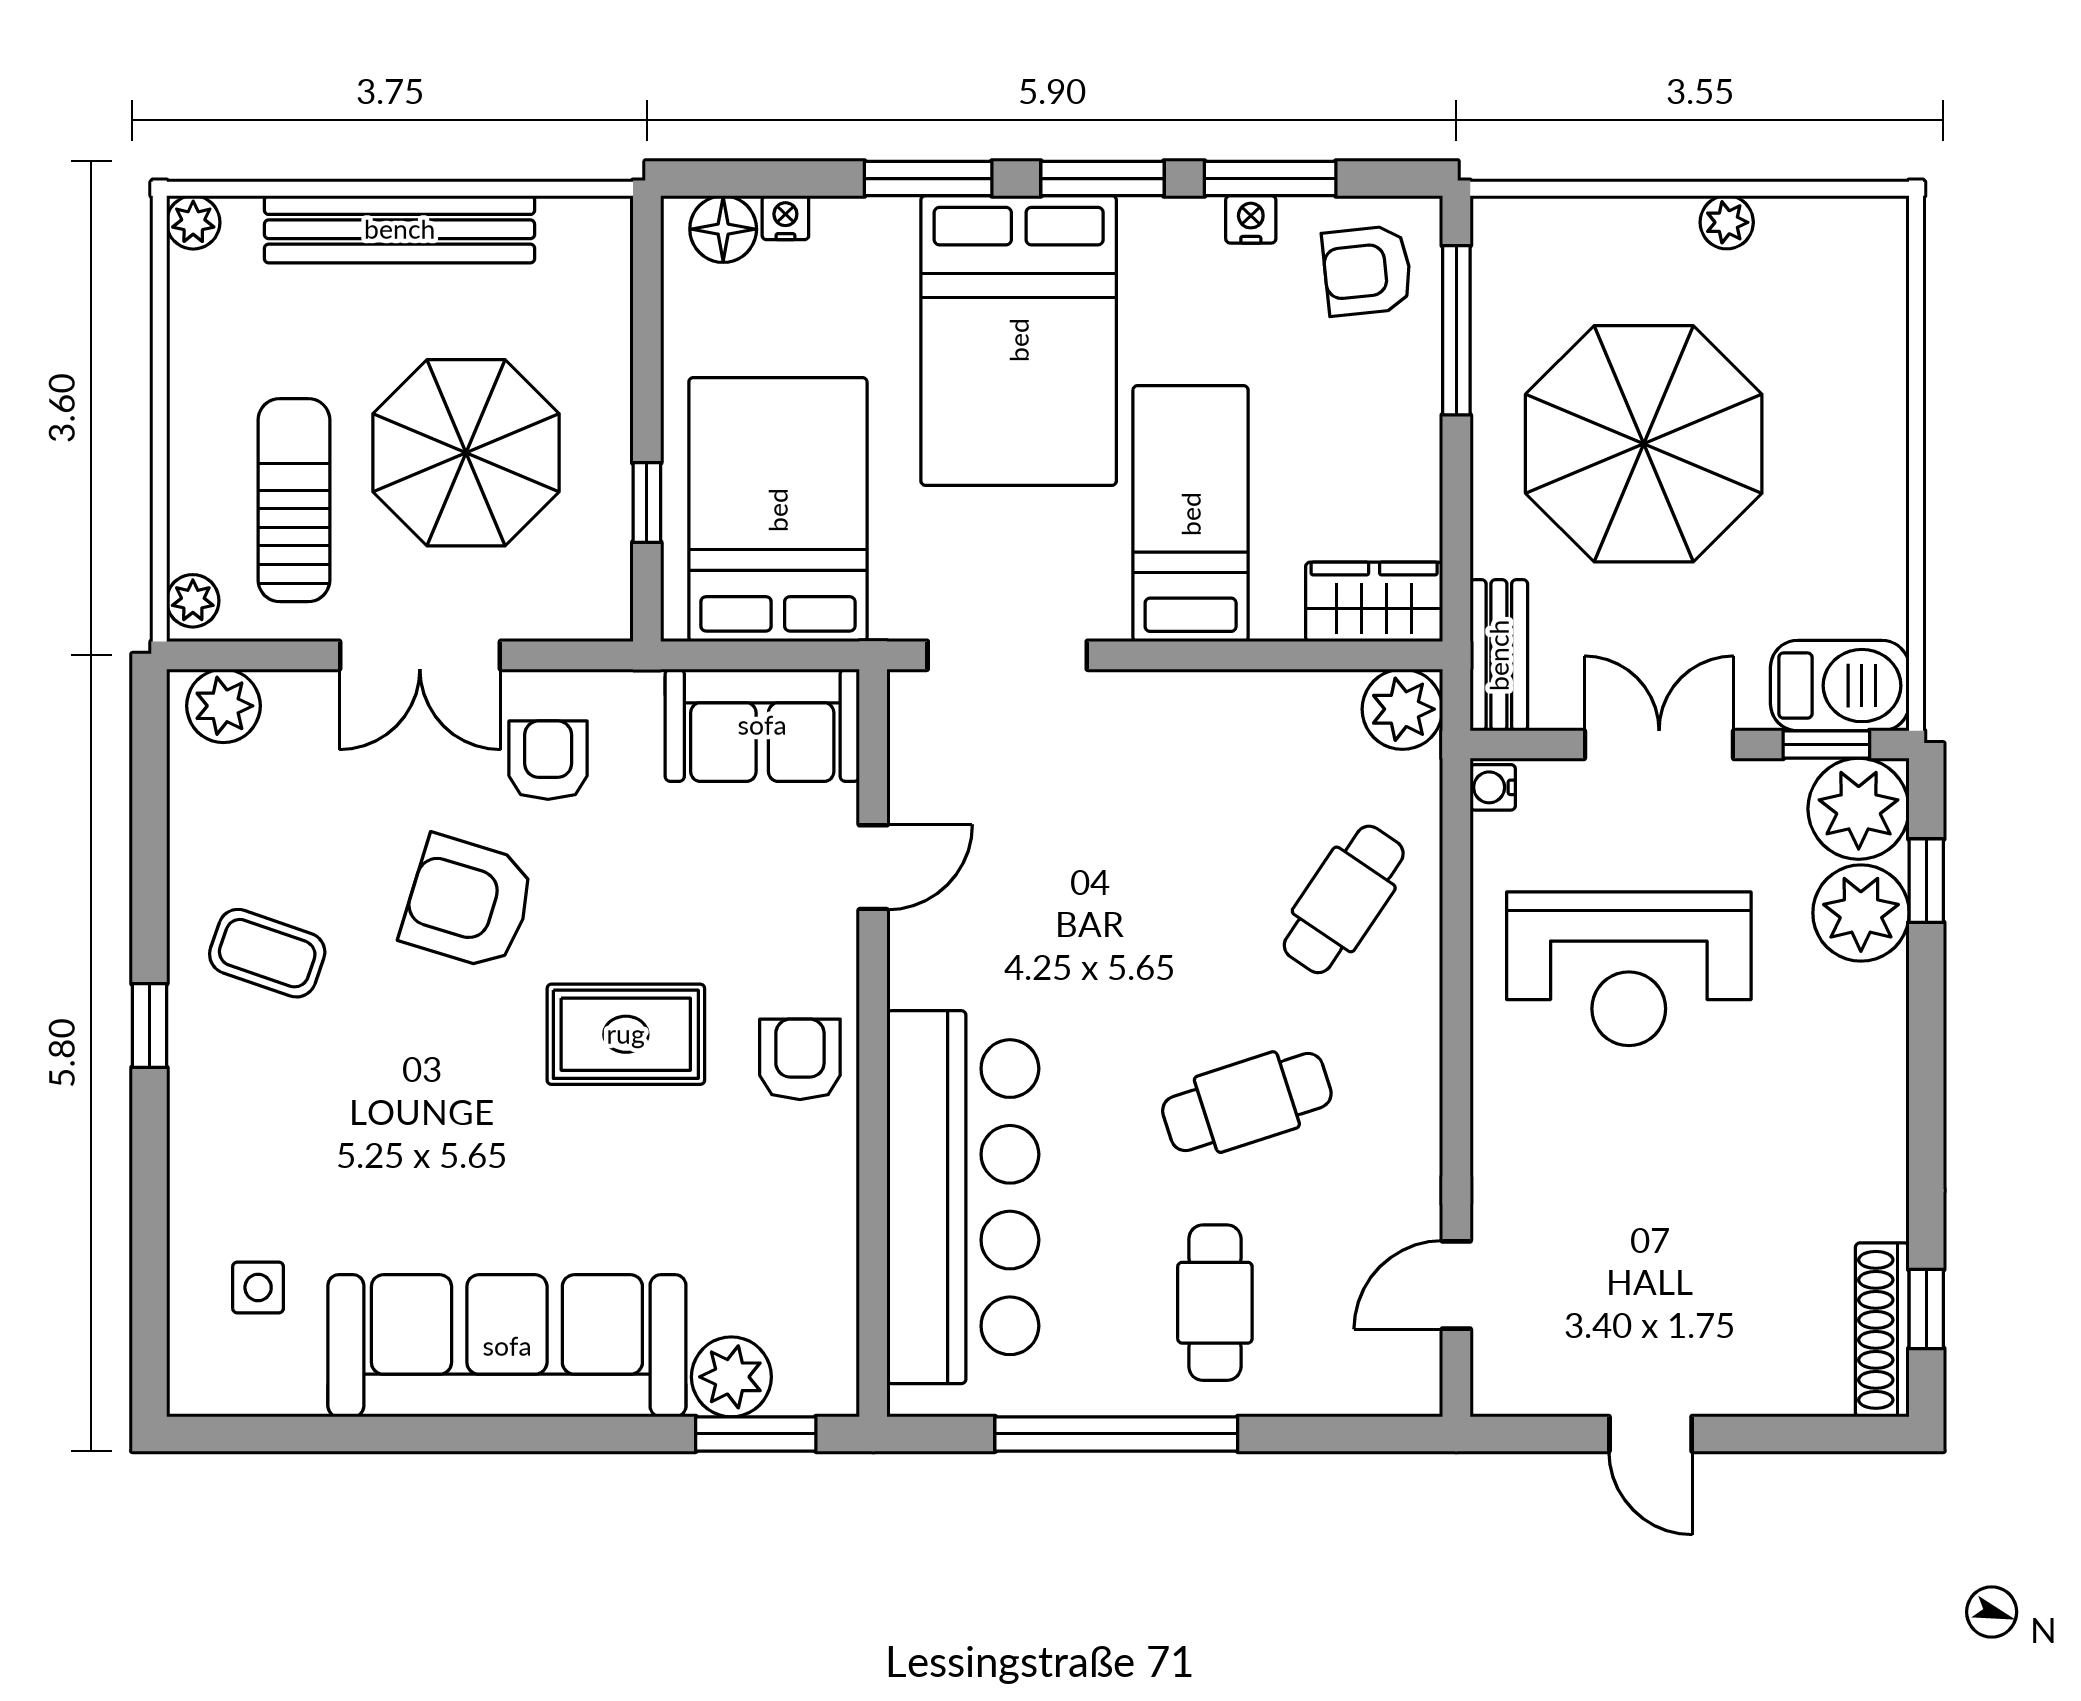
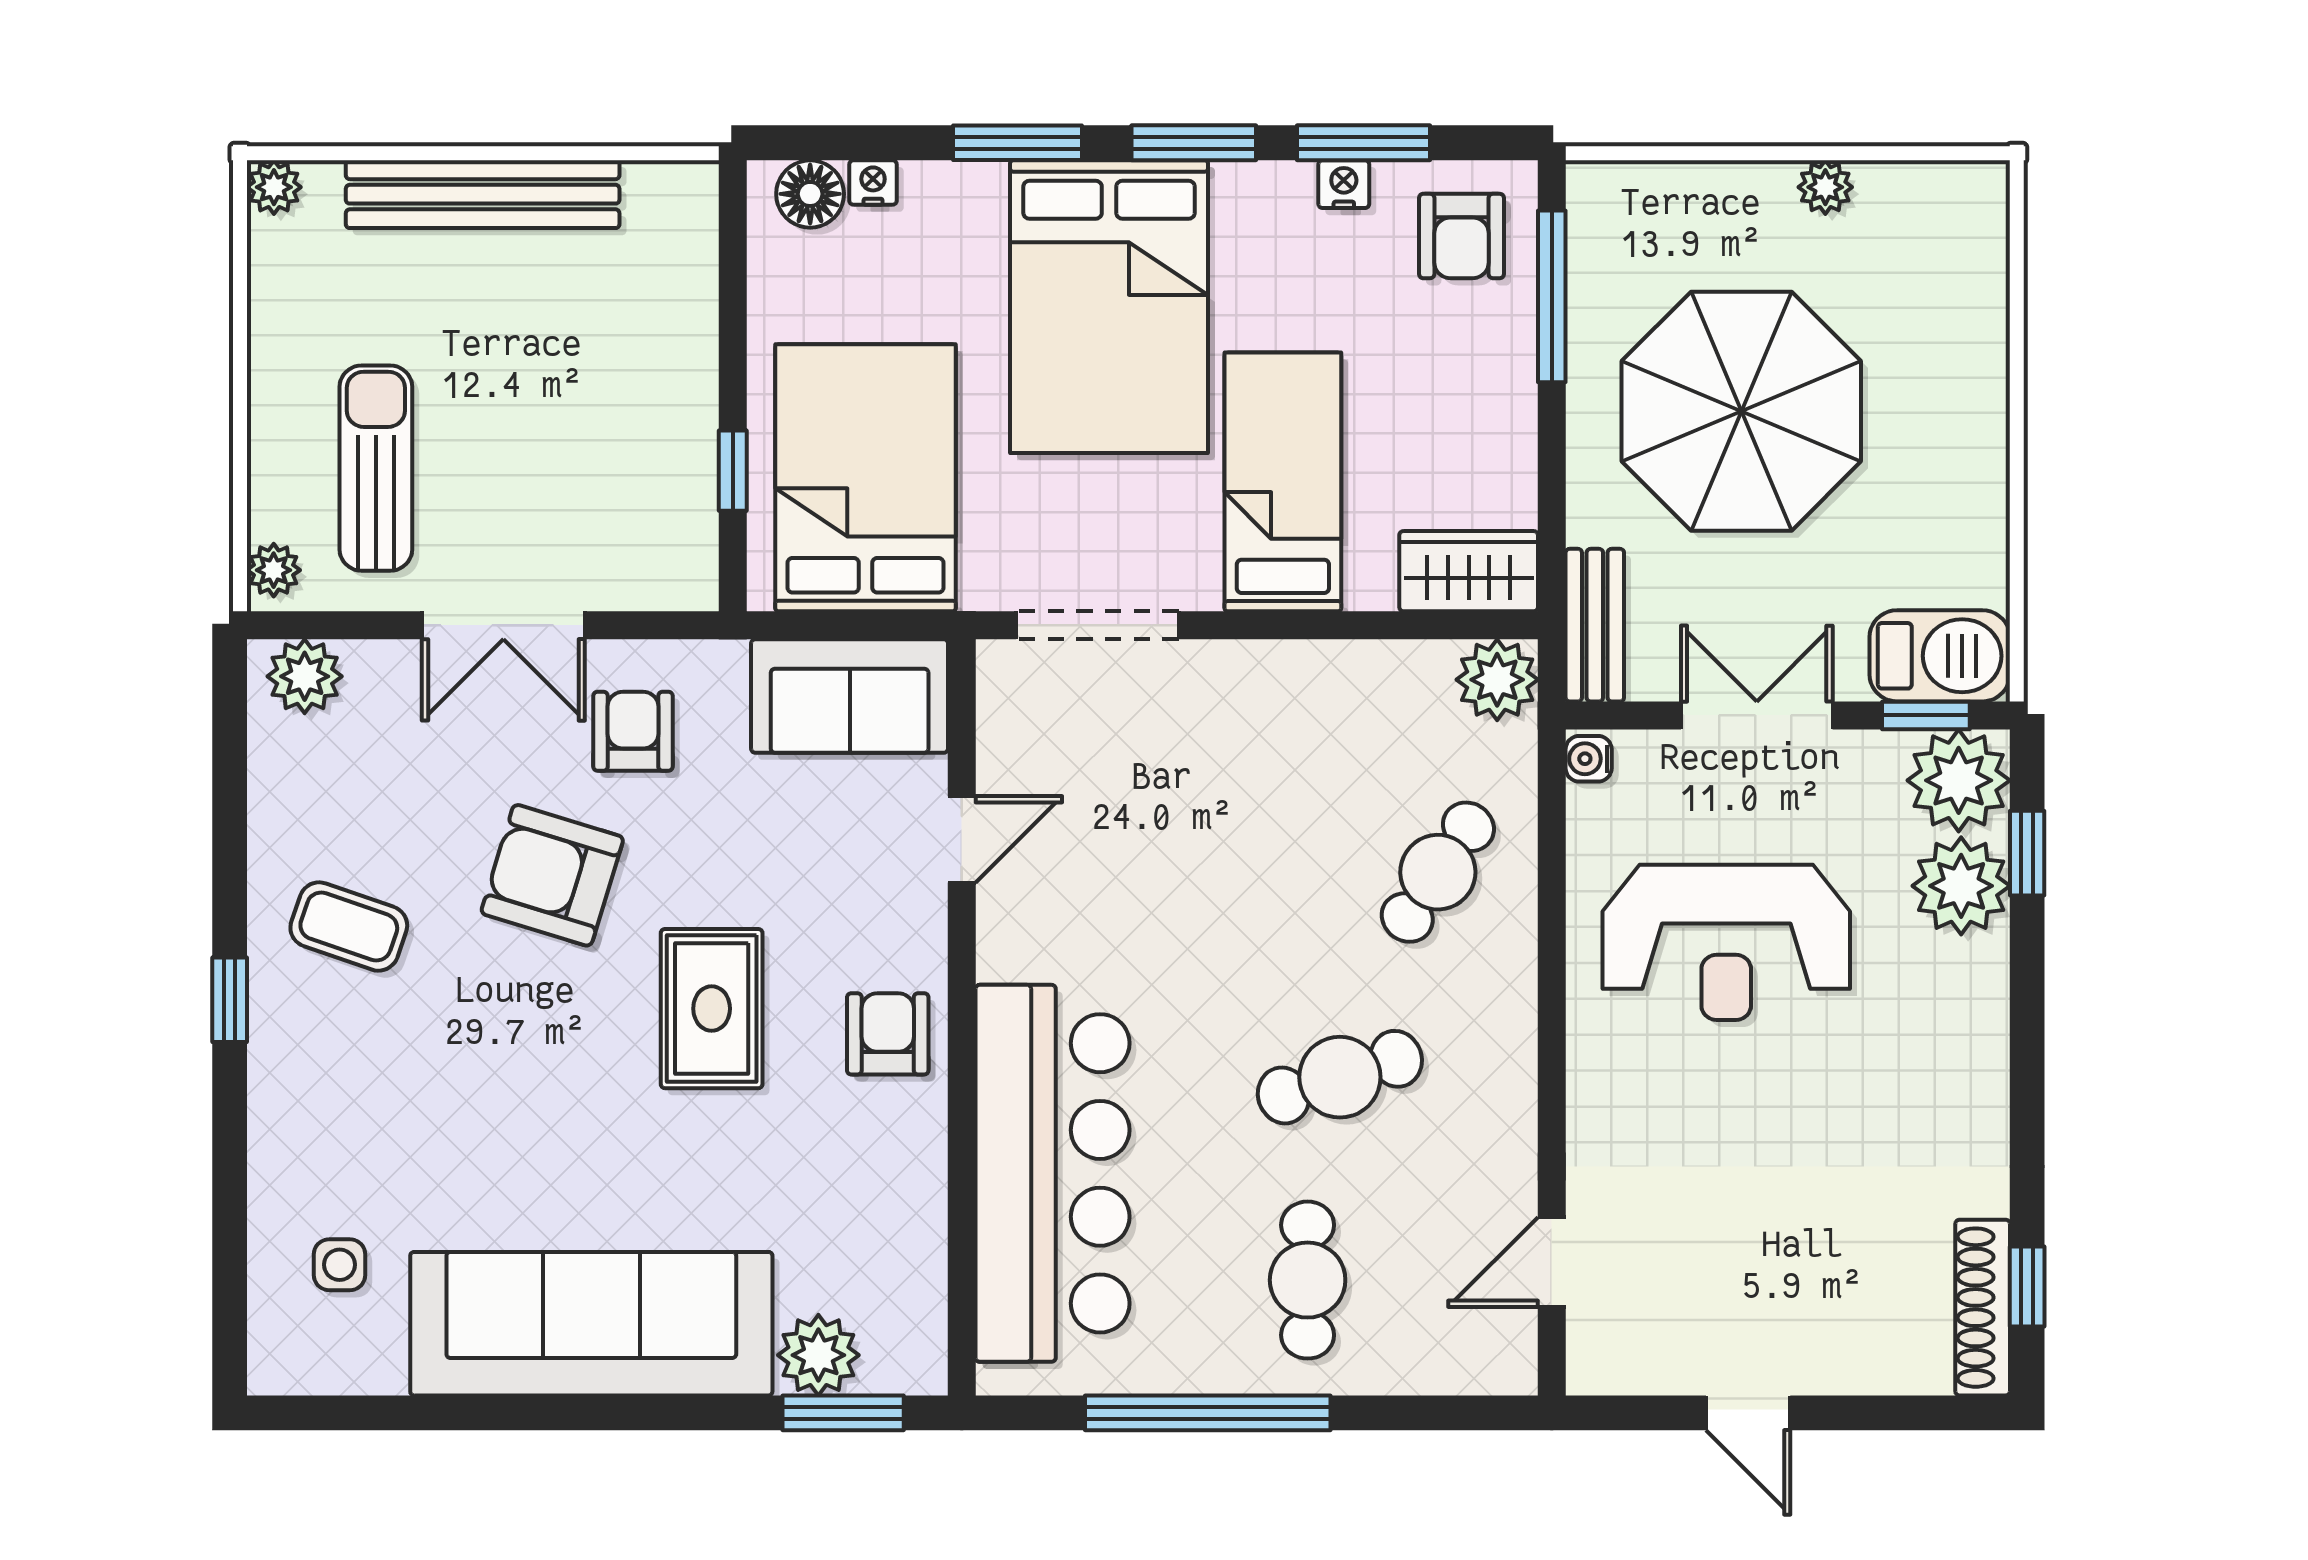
armchair: (1367, 271) -> (1461, 236), turned -84
parasol: (466, 453) -> (550, 420), removed
rug: (626, 1034) -> (712, 1009), turned 90

